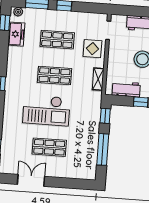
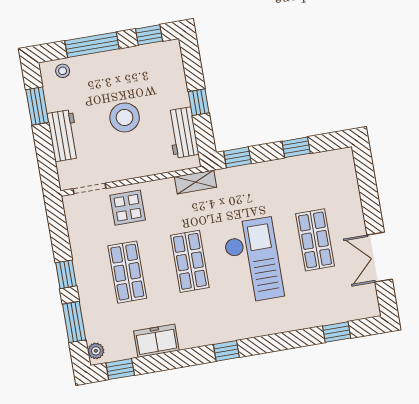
freezer: (16, 34) -> (156, 341), moved
shelving: (98, 79) -> (195, 182), moved
window: (103, 149) -> (296, 147), width x0.46

